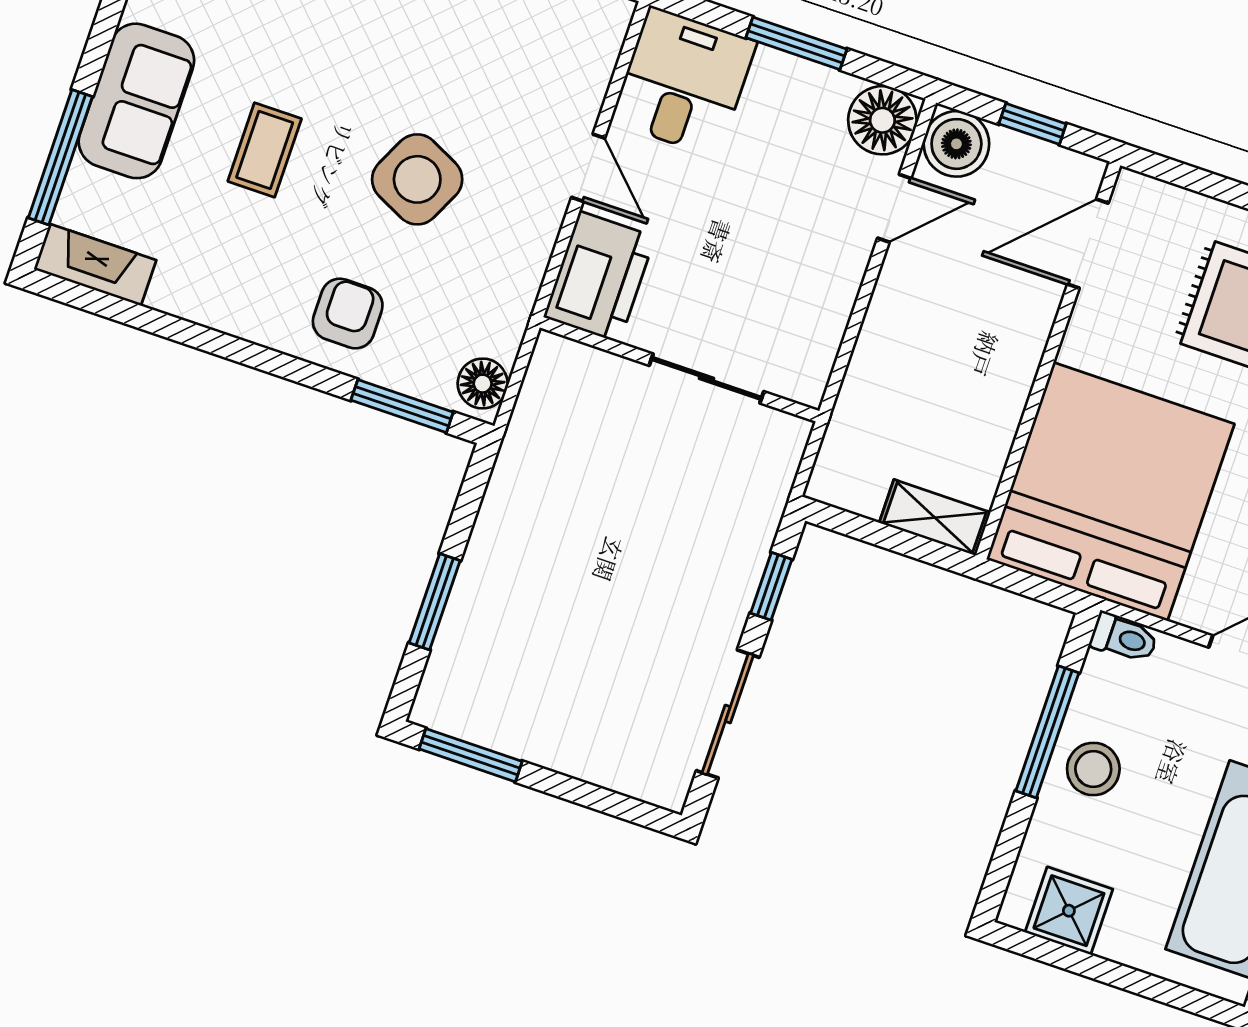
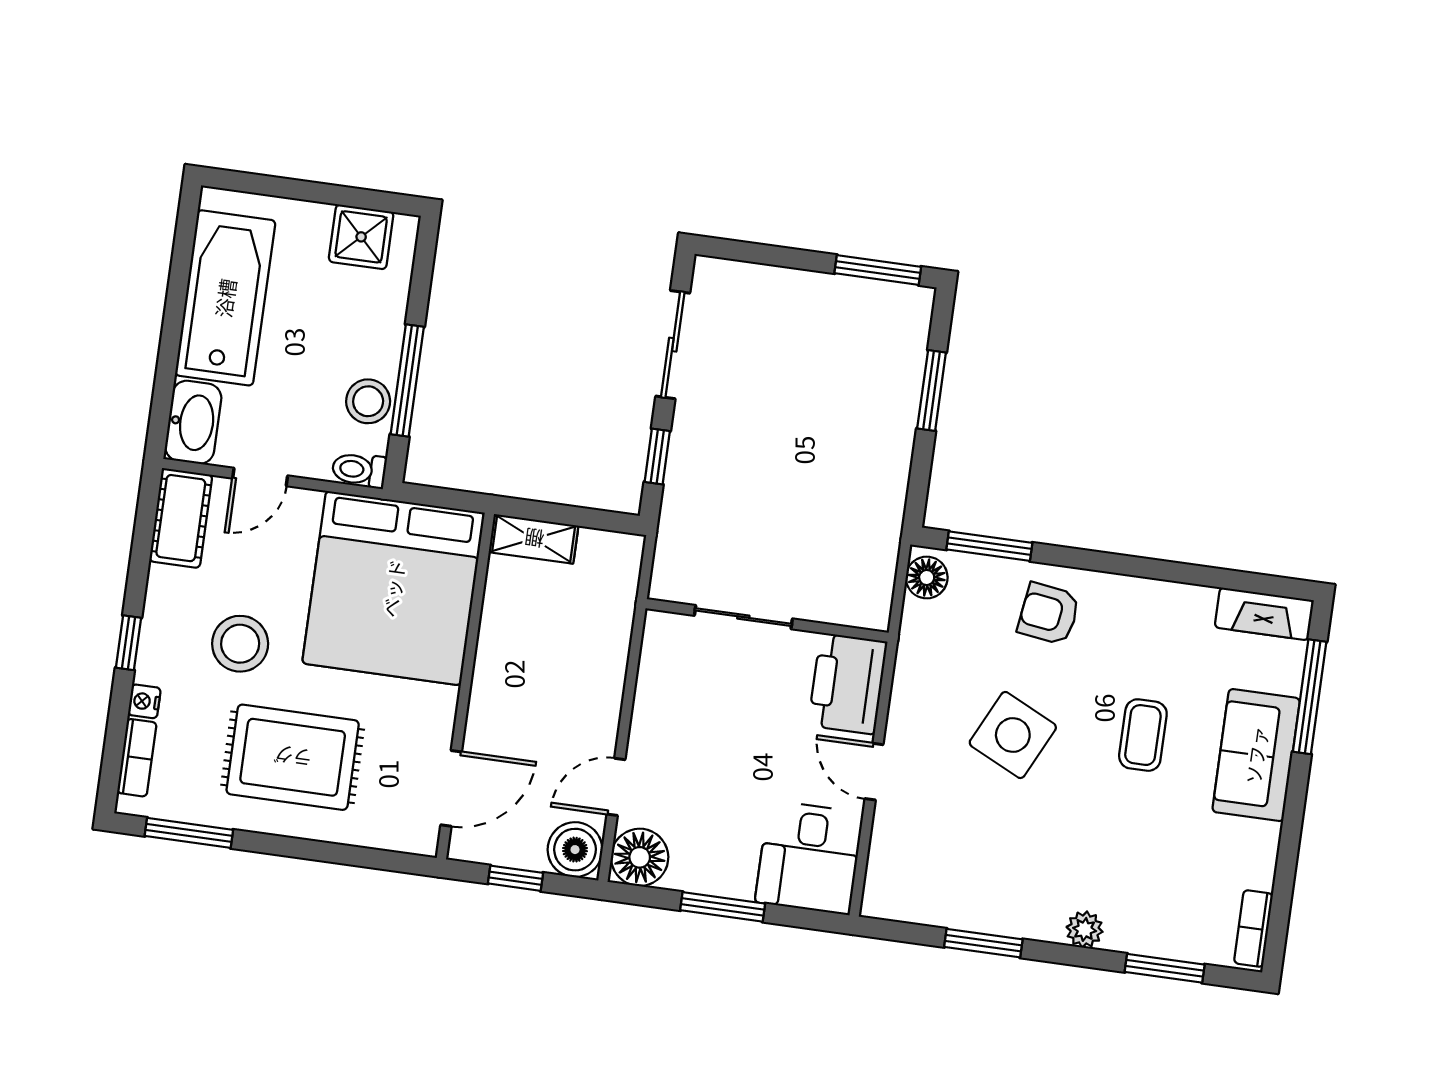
armchair: (348, 314) -> (1049, 614), turned 98
stool: (1093, 769) -> (368, 401), moved

